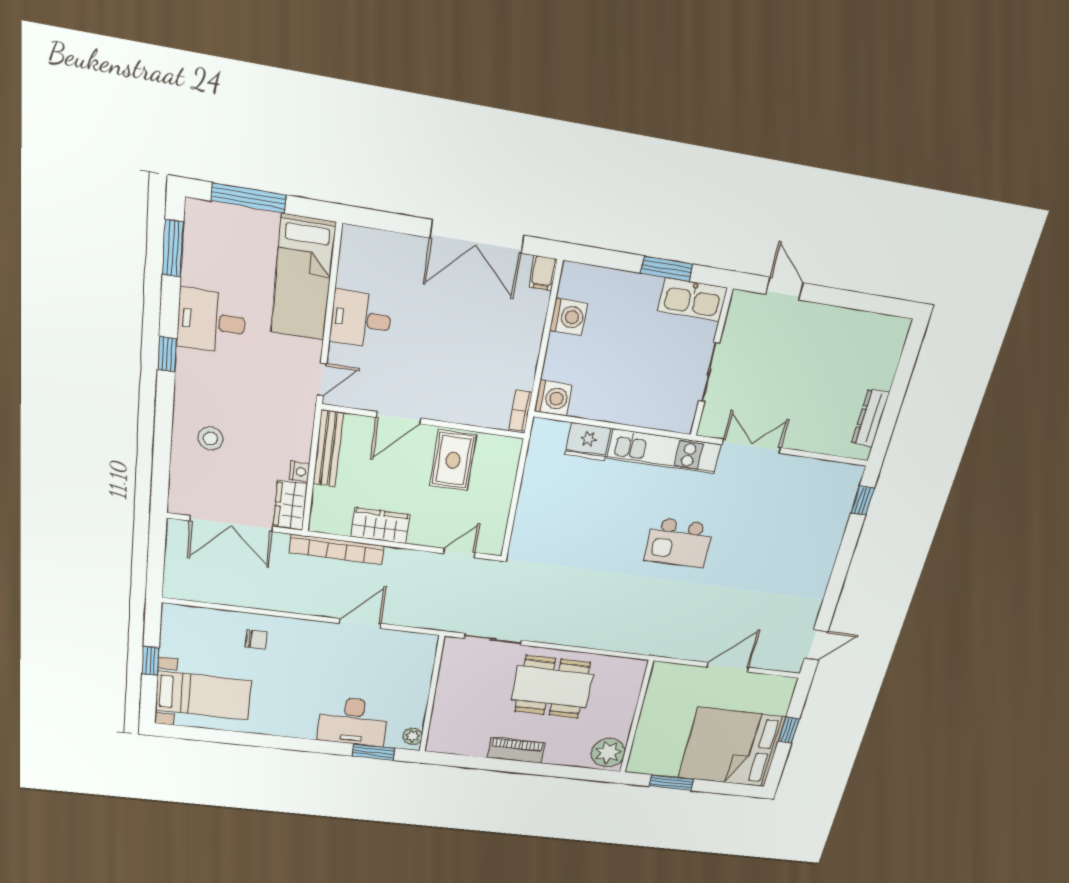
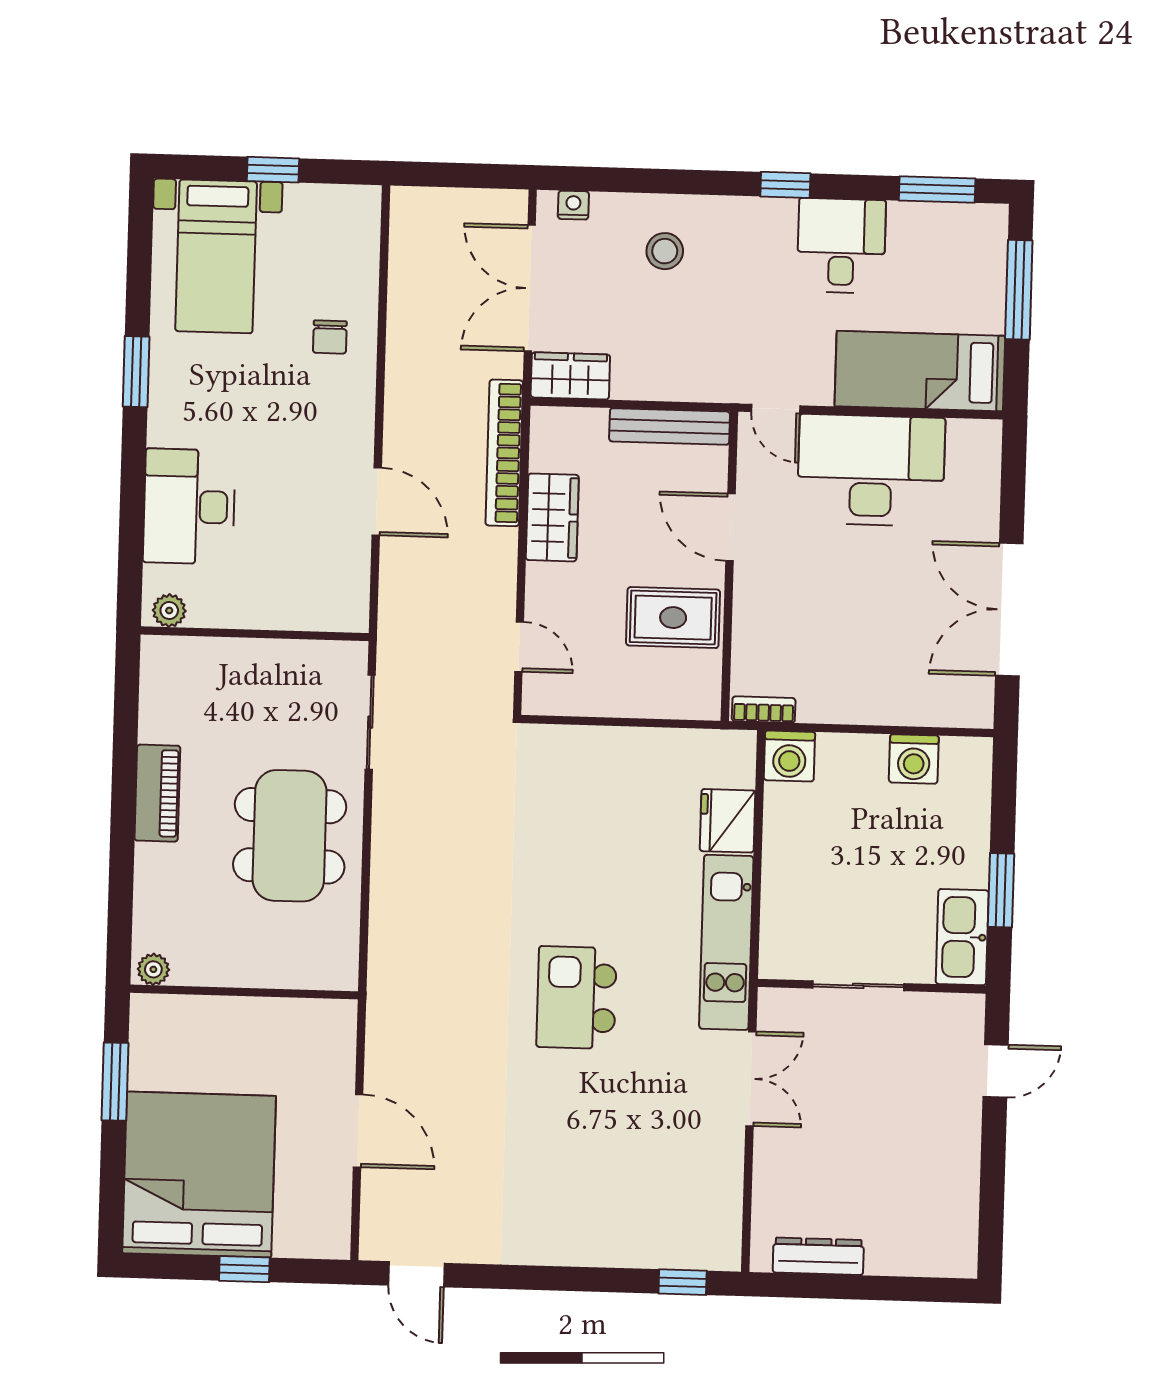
filing cabinet: (543, 273) -> (971, 711), removed
desk: (361, 319) -> (871, 470), width x1.87, depth x1.30
nightstand: (299, 472) -> (573, 205), moved, turned 180
window: (373, 752) -> (136, 372), moved
plant: (608, 753) -> (153, 969), width x0.53, depth x0.53

